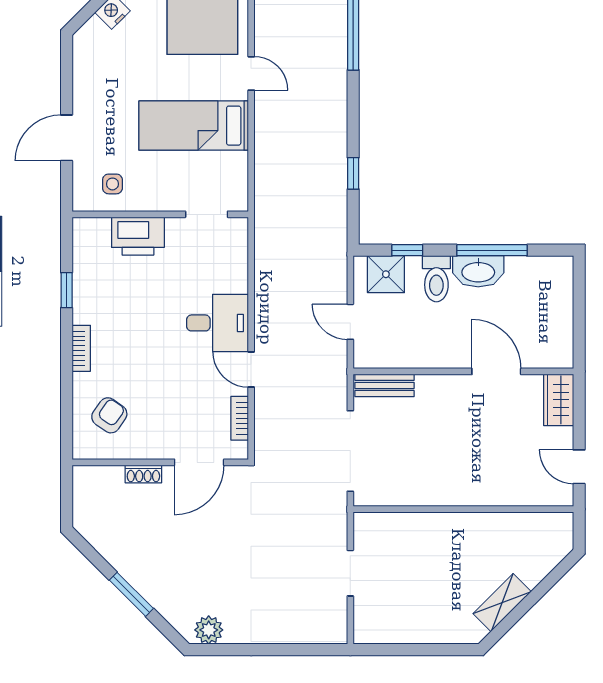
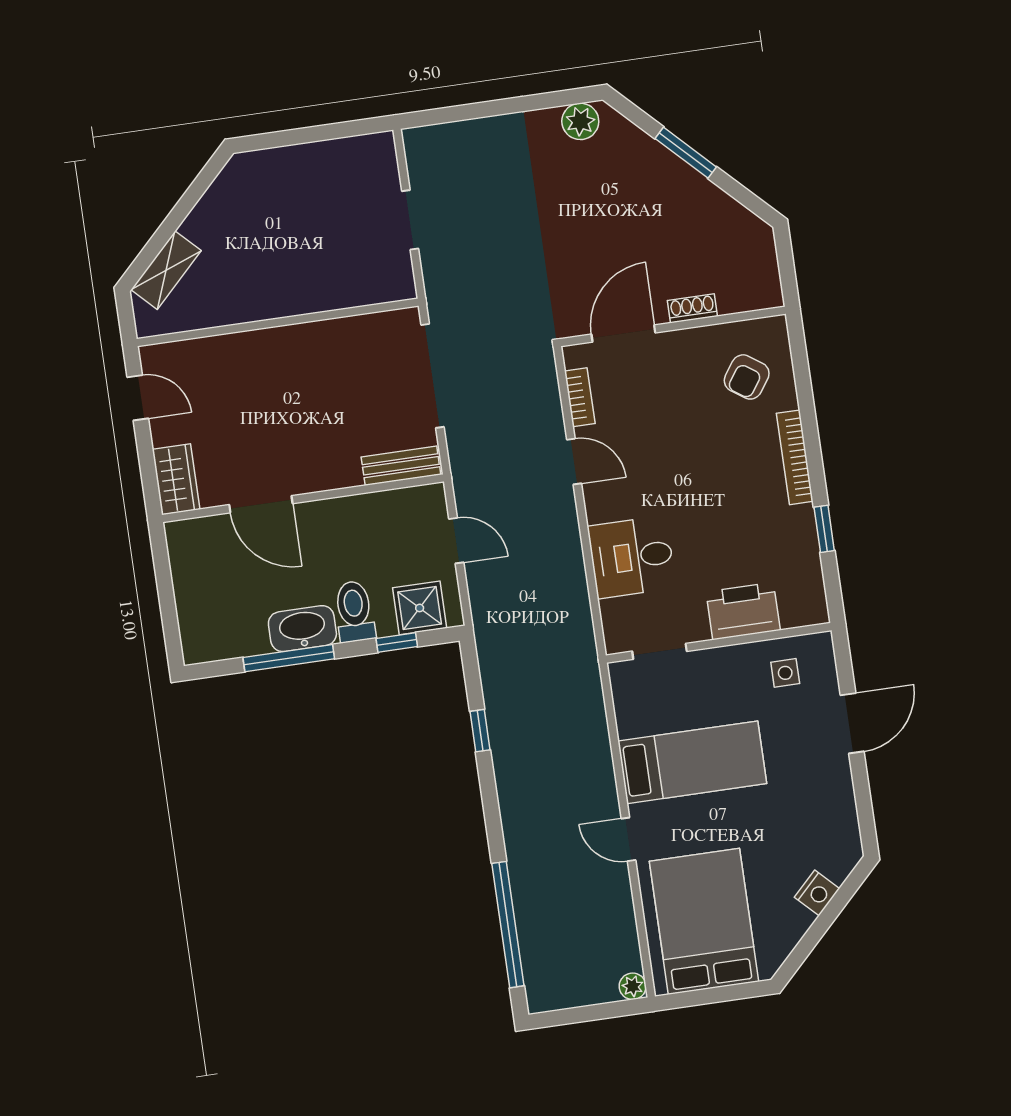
desk: (218, 323) -> (632, 557), moved
bookcase: (81, 348) -> (795, 457), width x1.56
shelving: (502, 603) -> (166, 270), moved

